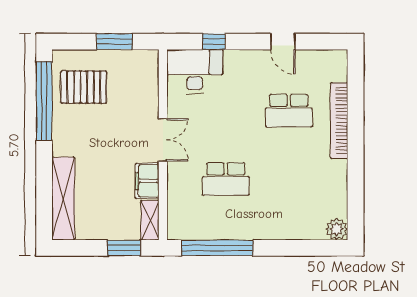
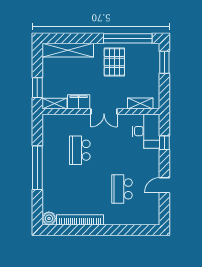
window: (114, 42) -> (164, 62), moved
shelving: (150, 81) -> (140, 103), added
pallet: (84, 87) -> (114, 62), moved
bookcase: (339, 121) -> (80, 220), moved
window: (217, 248) -> (37, 168), moved

